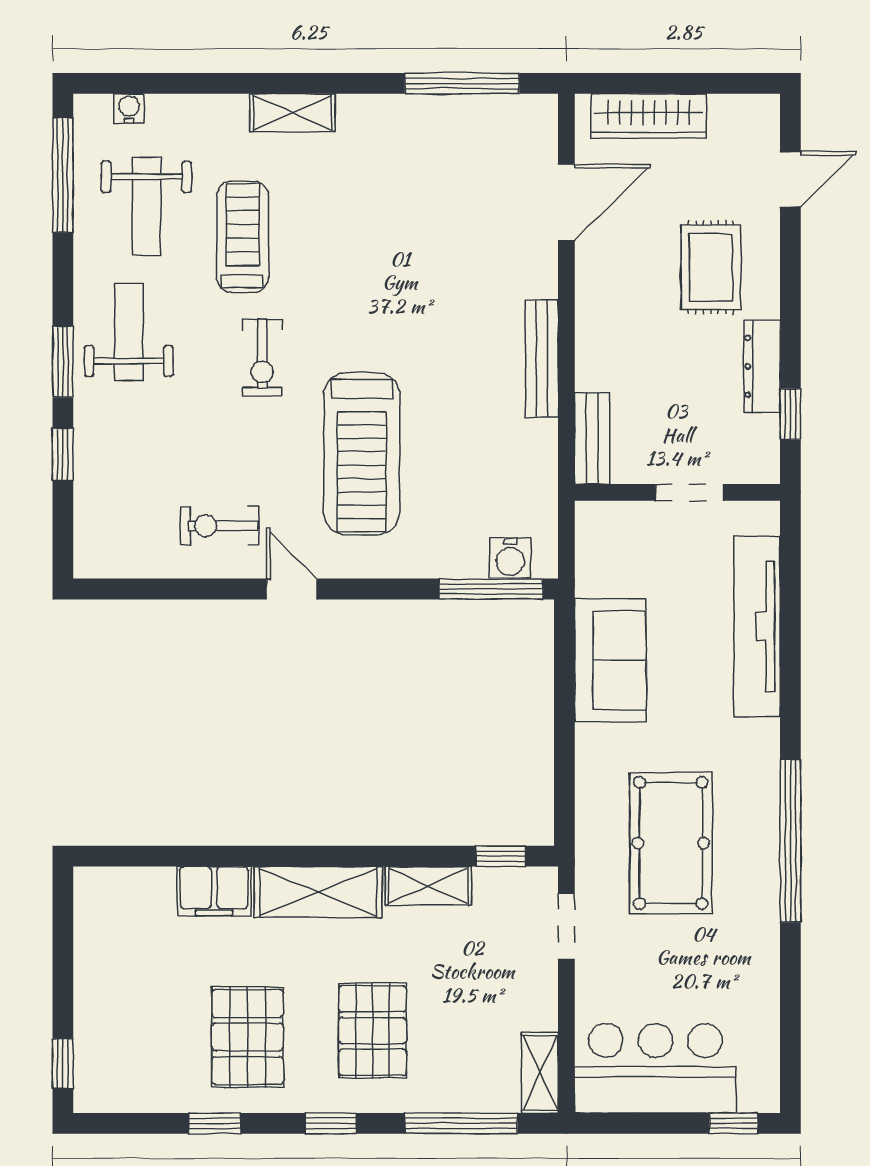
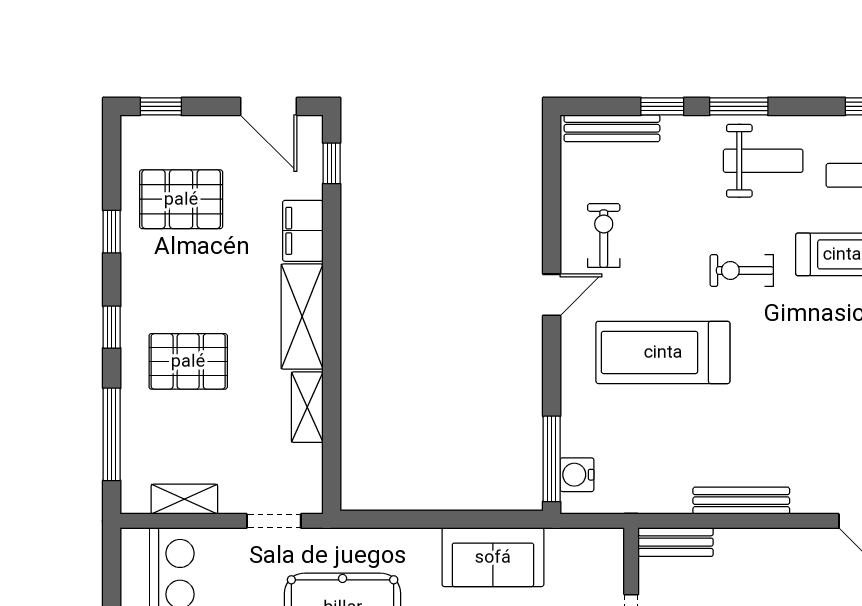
bench: (89, 516) -> (612, 128), added
window: (501, 856) -> (332, 163), moved
door: (63, 933) -> (269, 106), added
pallet: (248, 1037) -> (181, 199), moved
shelving: (540, 1073) -> (184, 499), moved

